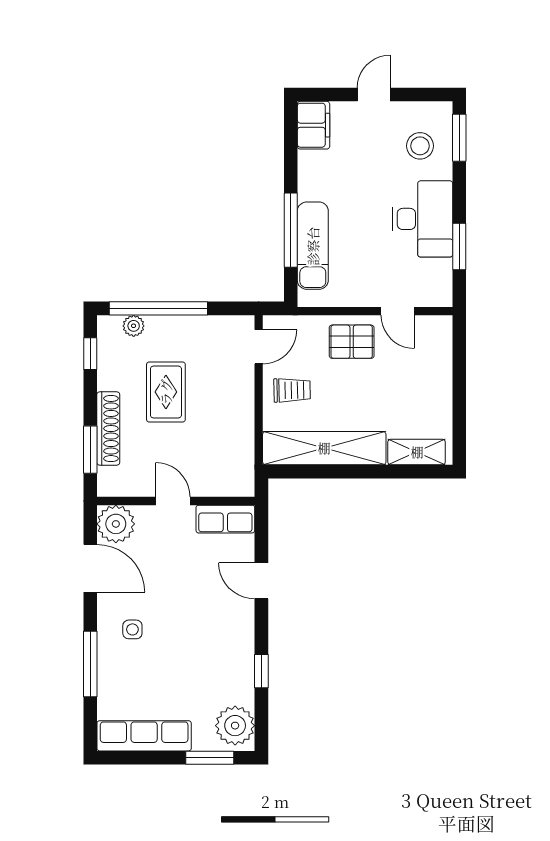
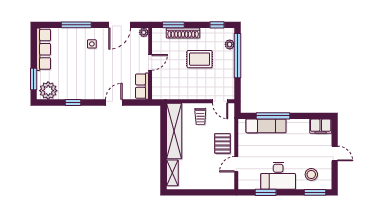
plant: (116, 524) -> (144, 32), width x0.53, depth x0.53

